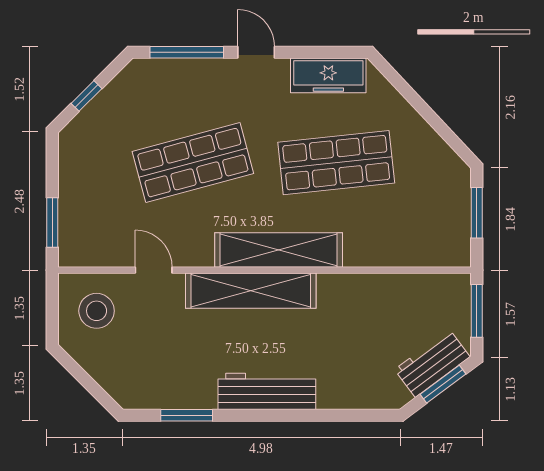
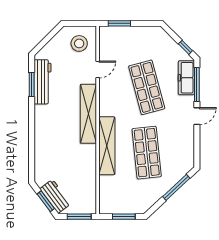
freezer: (328, 75) -> (186, 78), moved
window: (87, 96) -> (185, 47), moved
window: (413, 98) -> (176, 187), added
shelving: (279, 250) -> (107, 146), moved
workbench: (267, 391) -> (42, 82), moved

